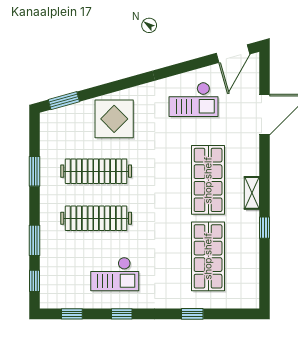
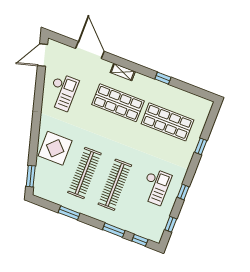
door: (233, 54) -> (43, 55), swing flipped
shelving: (252, 193) -> (123, 72), moved

